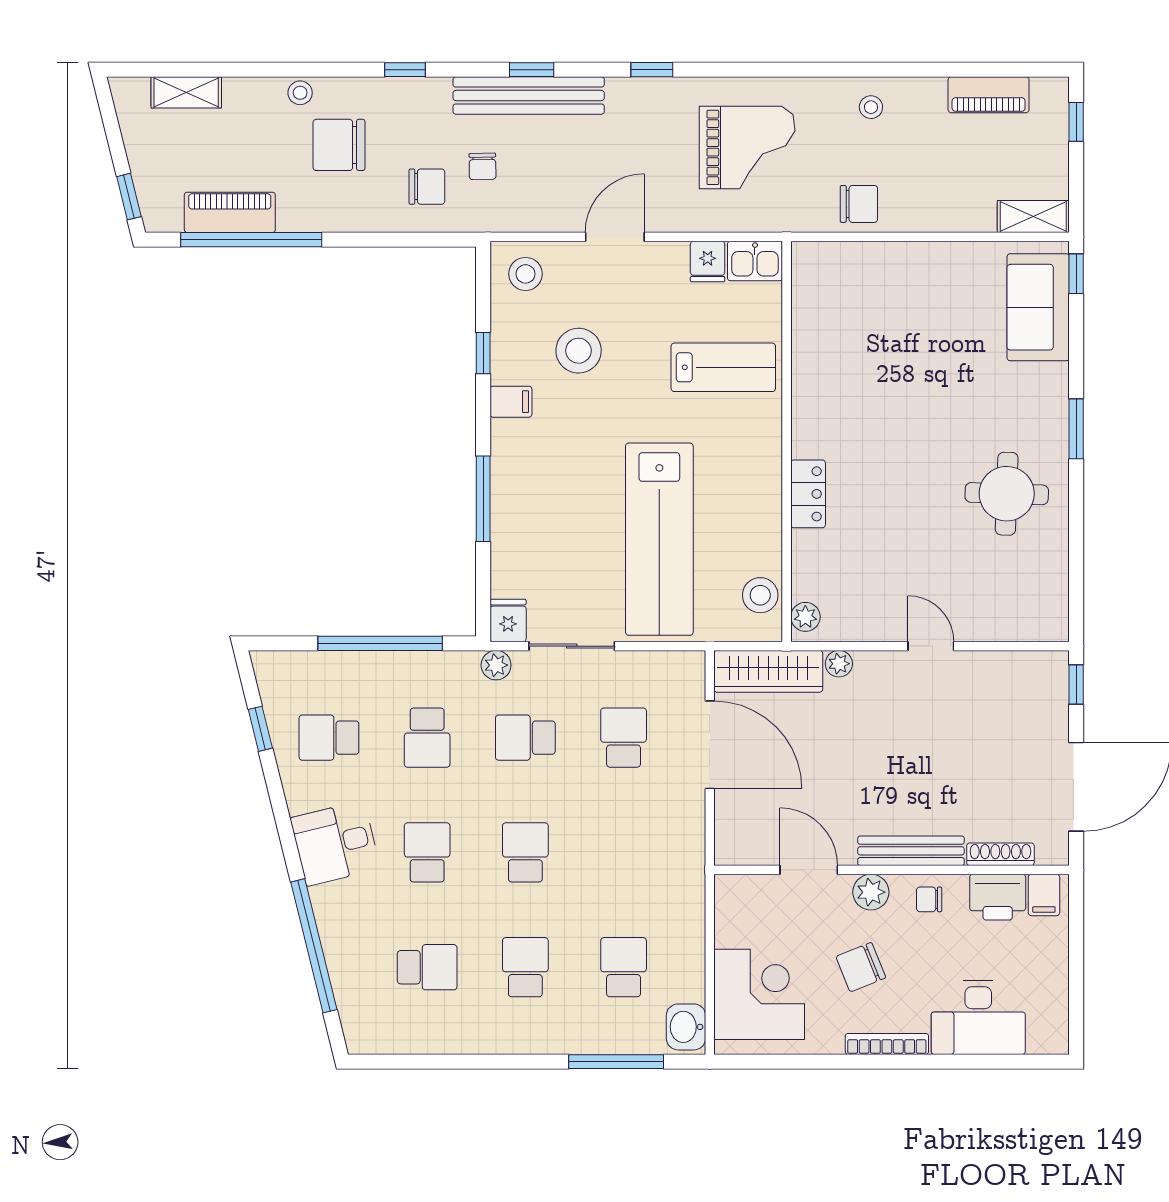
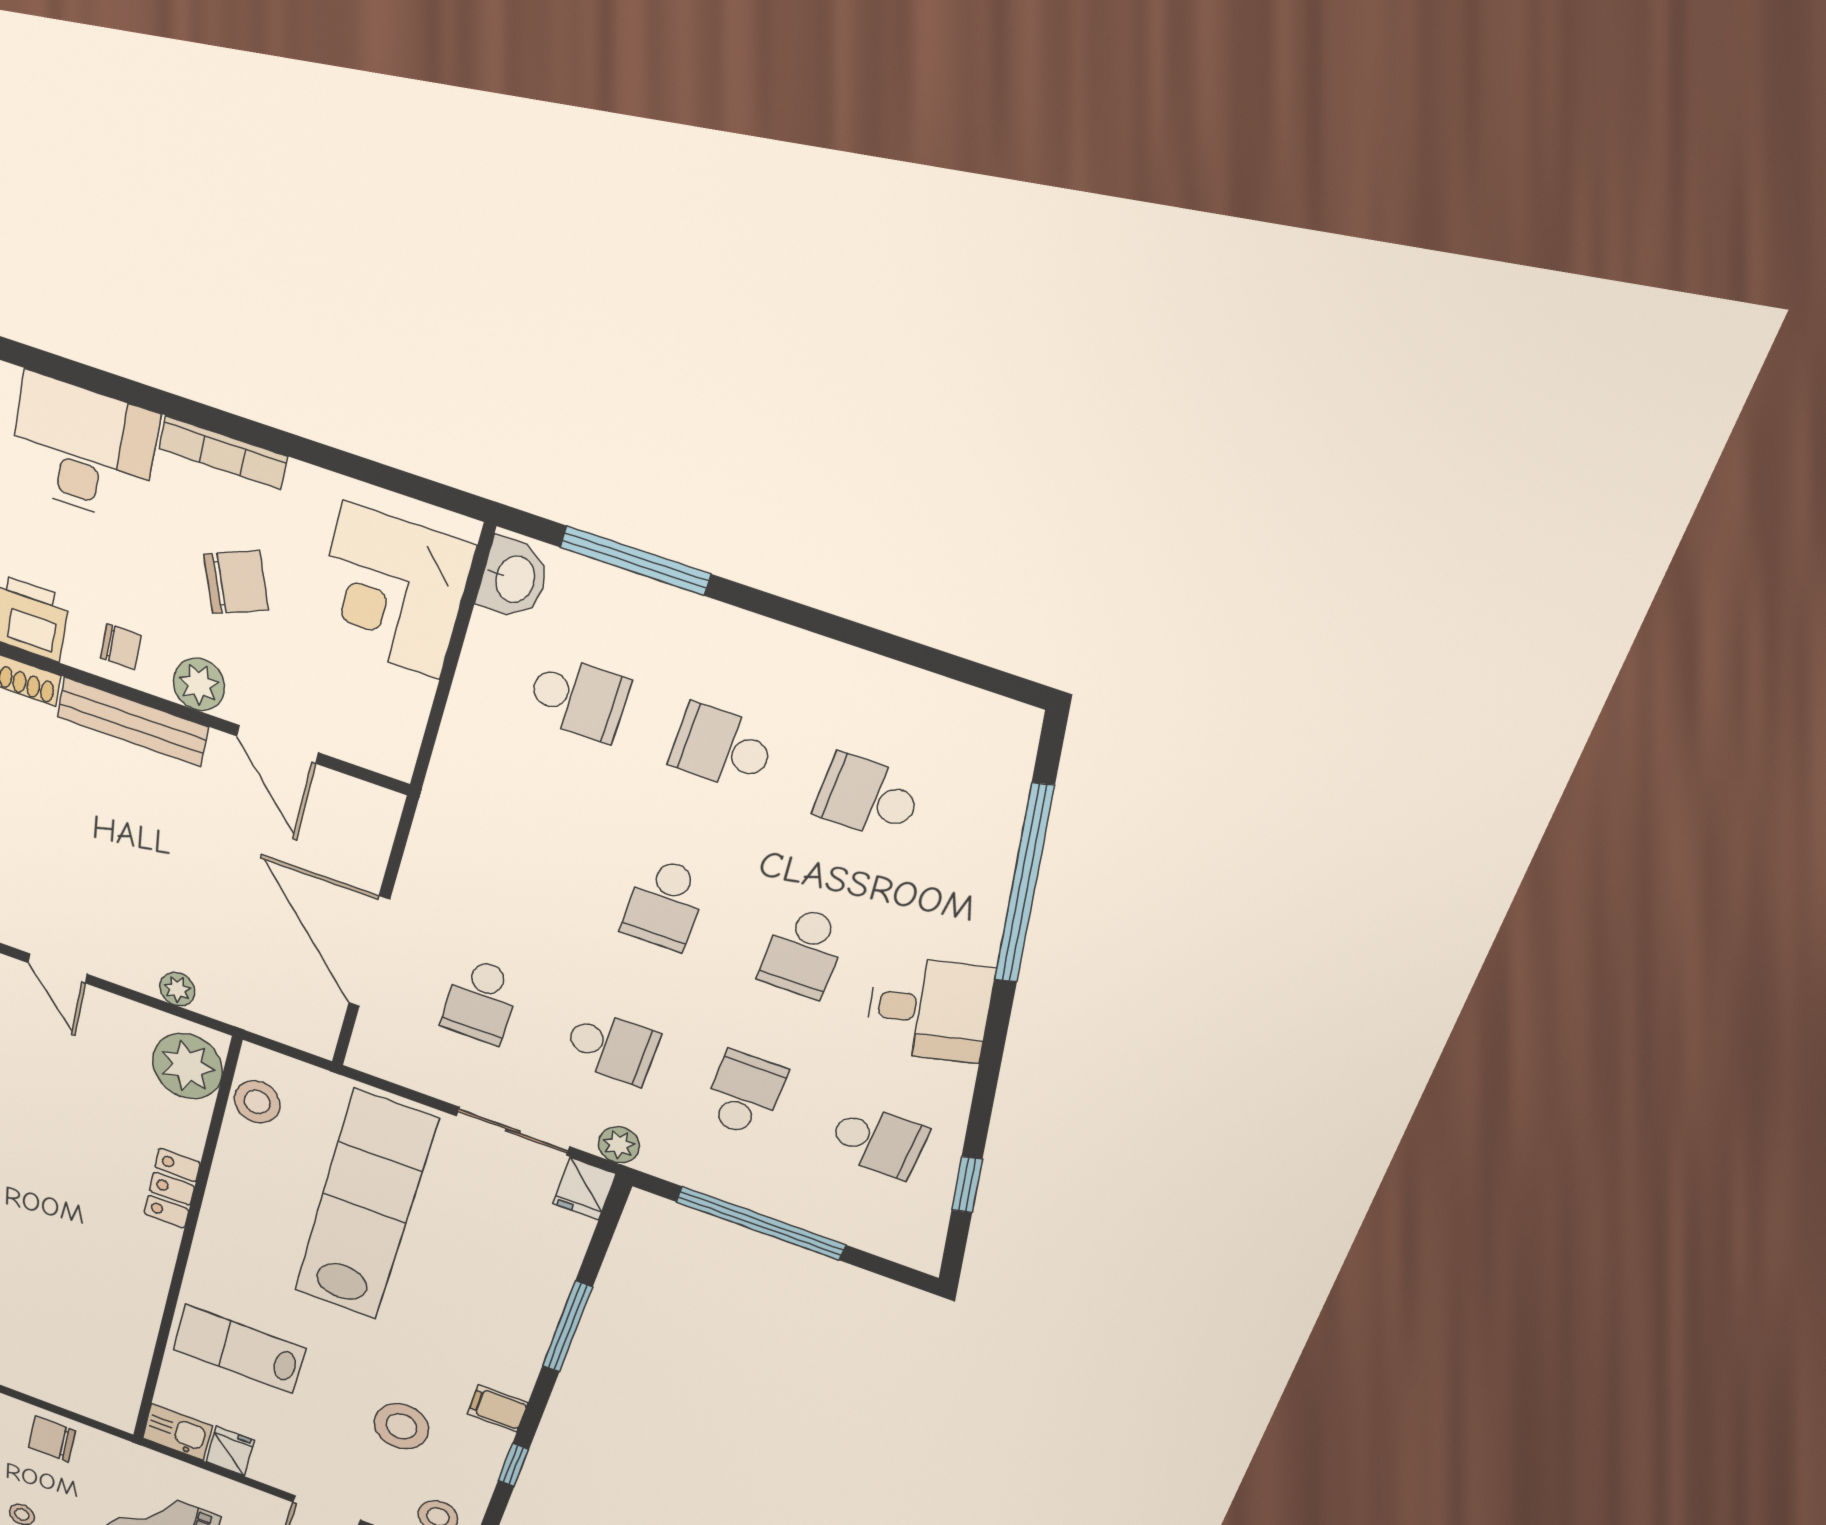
plant: (805, 617) -> (188, 1066), width x1.87, depth x1.87
wardrobe: (768, 671) -> (269, 1012), removed
school desk: (525, 967) -> (722, 747), turned 90
school desk: (624, 967) -> (578, 698), turned -90

